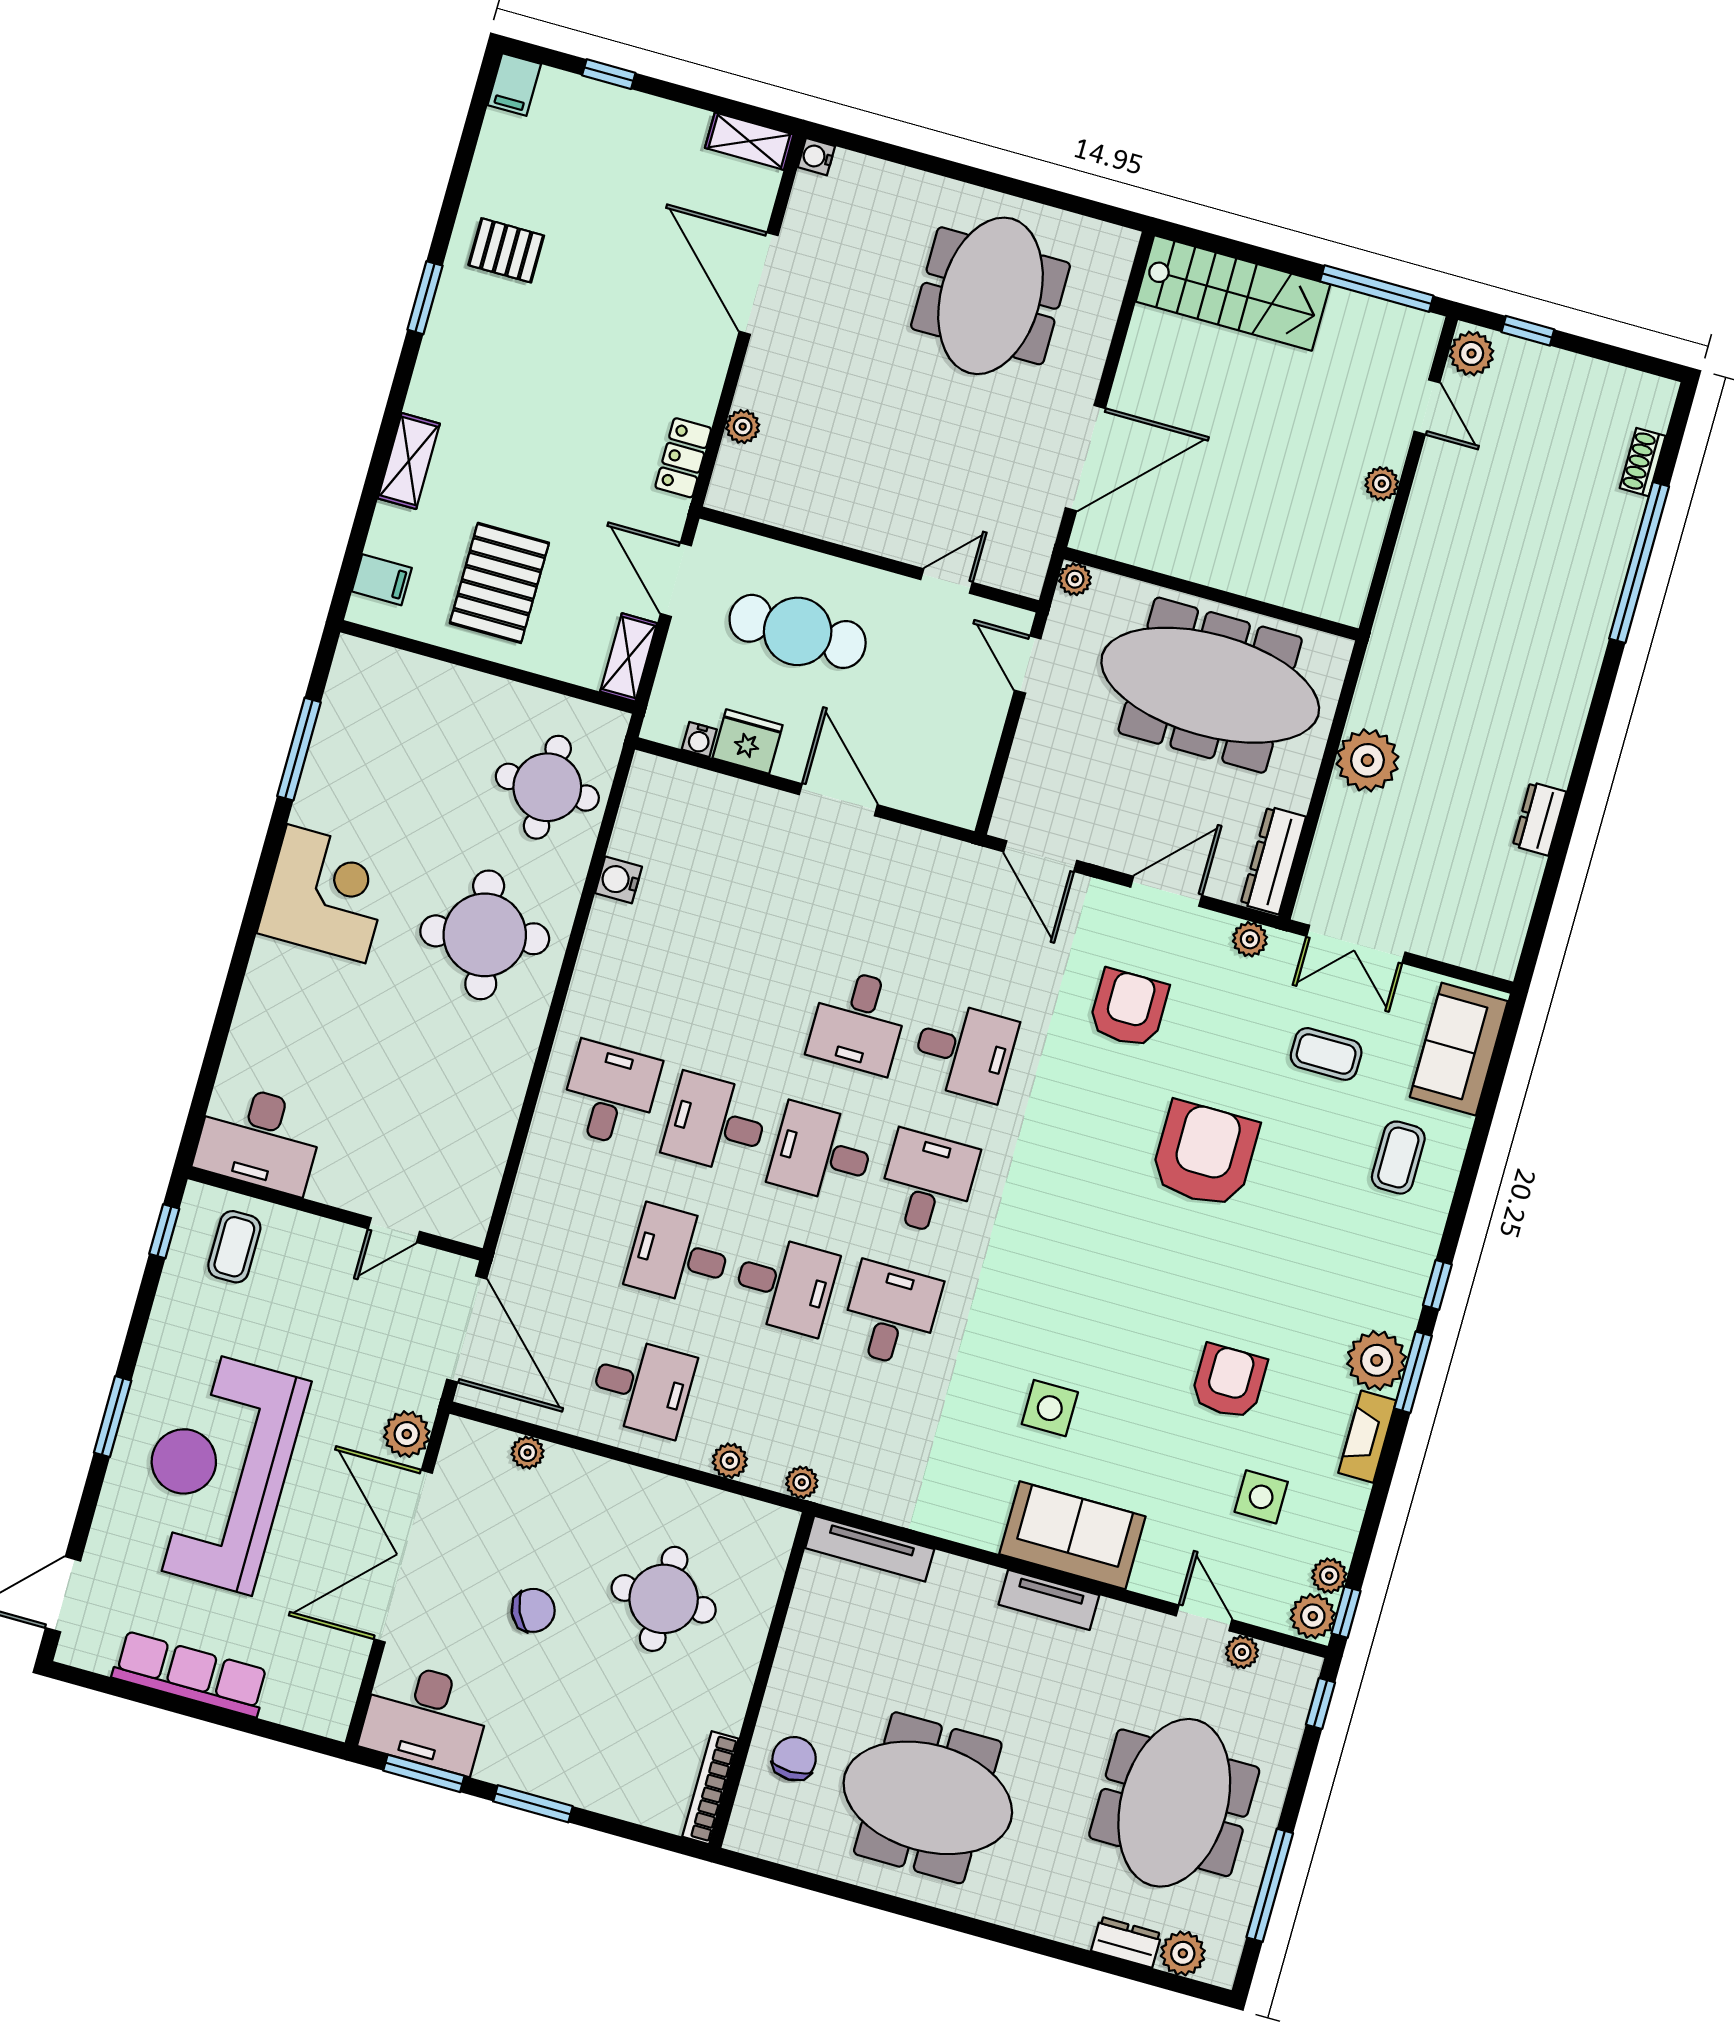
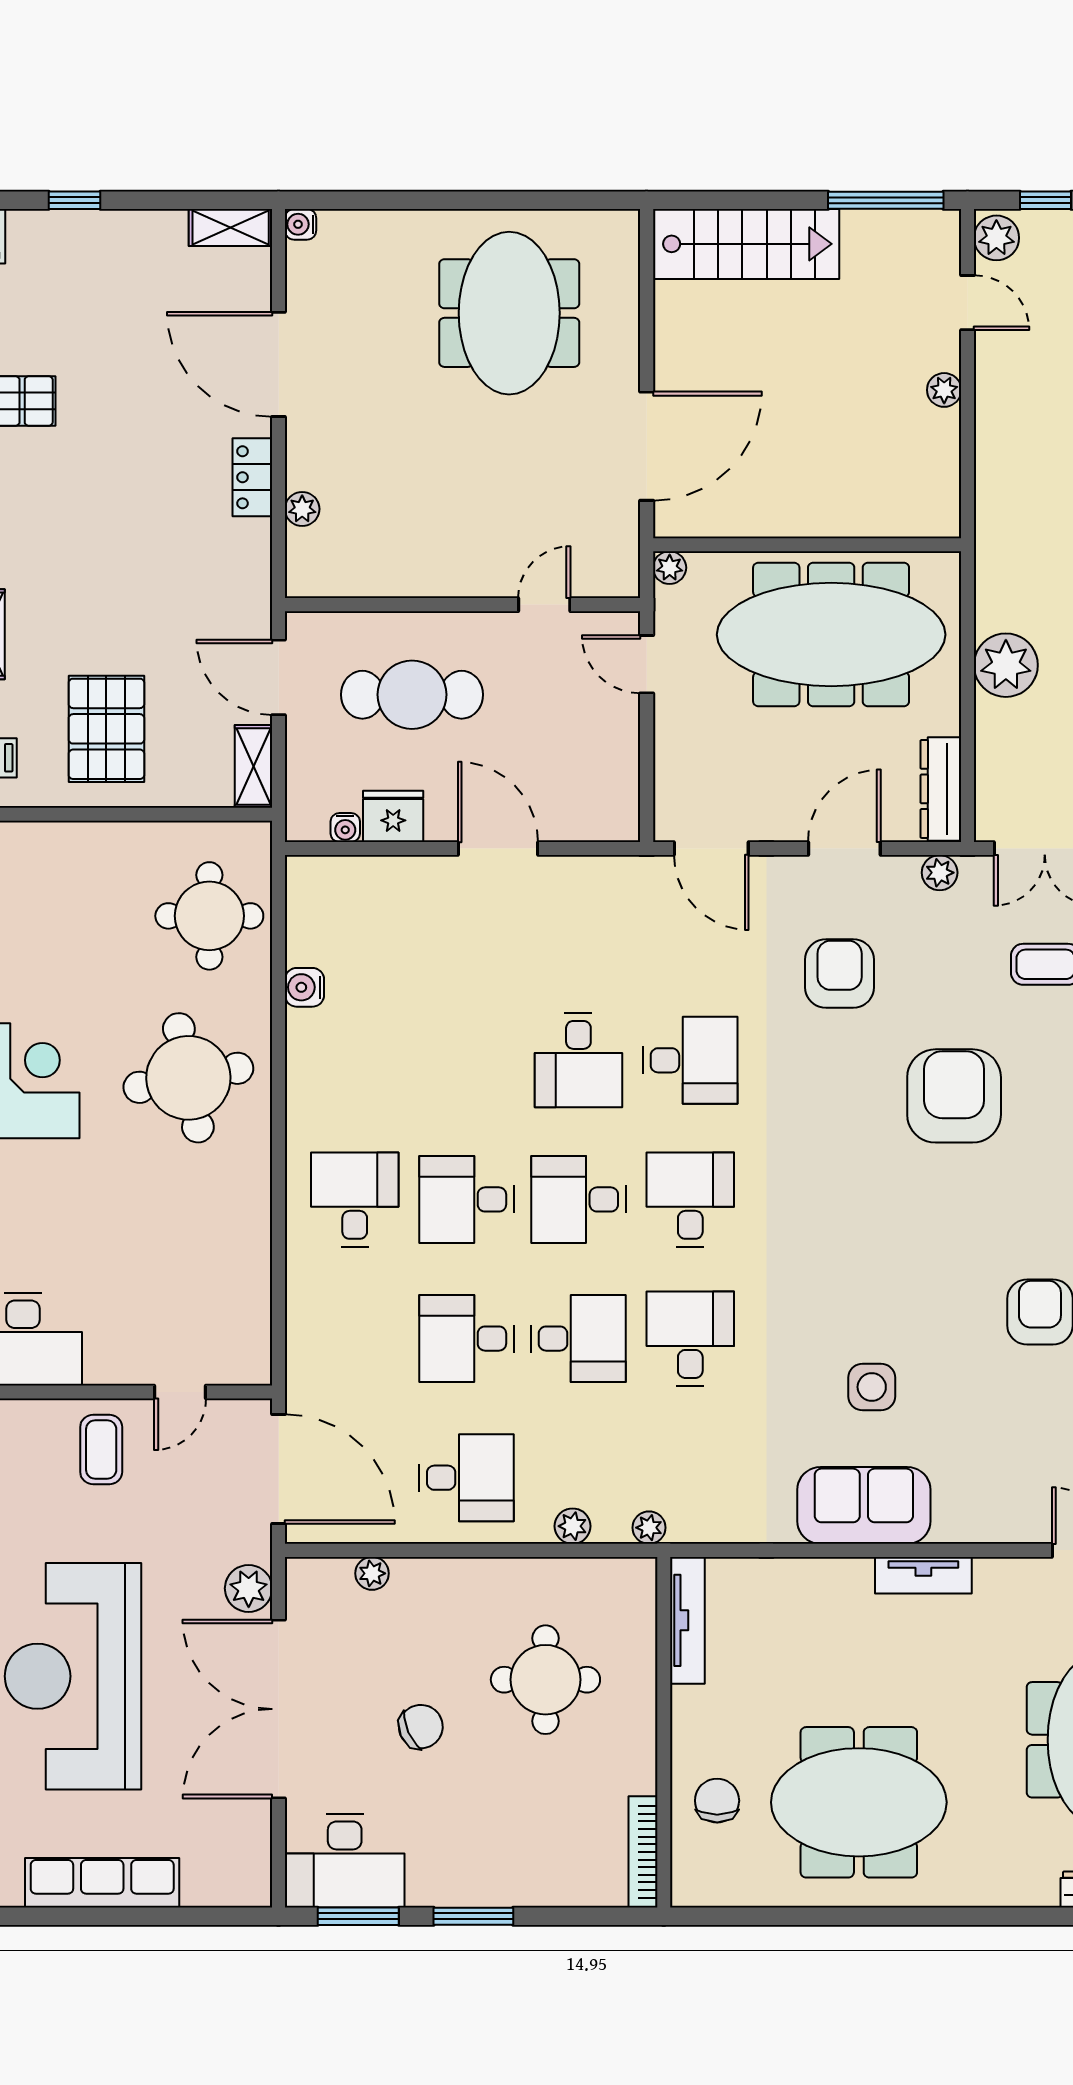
locker: (683, 458) -> (252, 477), moved
coffee table: (234, 1247) -> (101, 1450), moved
sofa: (1072, 1535) -> (864, 1505), moved
tv unit: (870, 1549) -> (687, 1620), moved, turned -90

